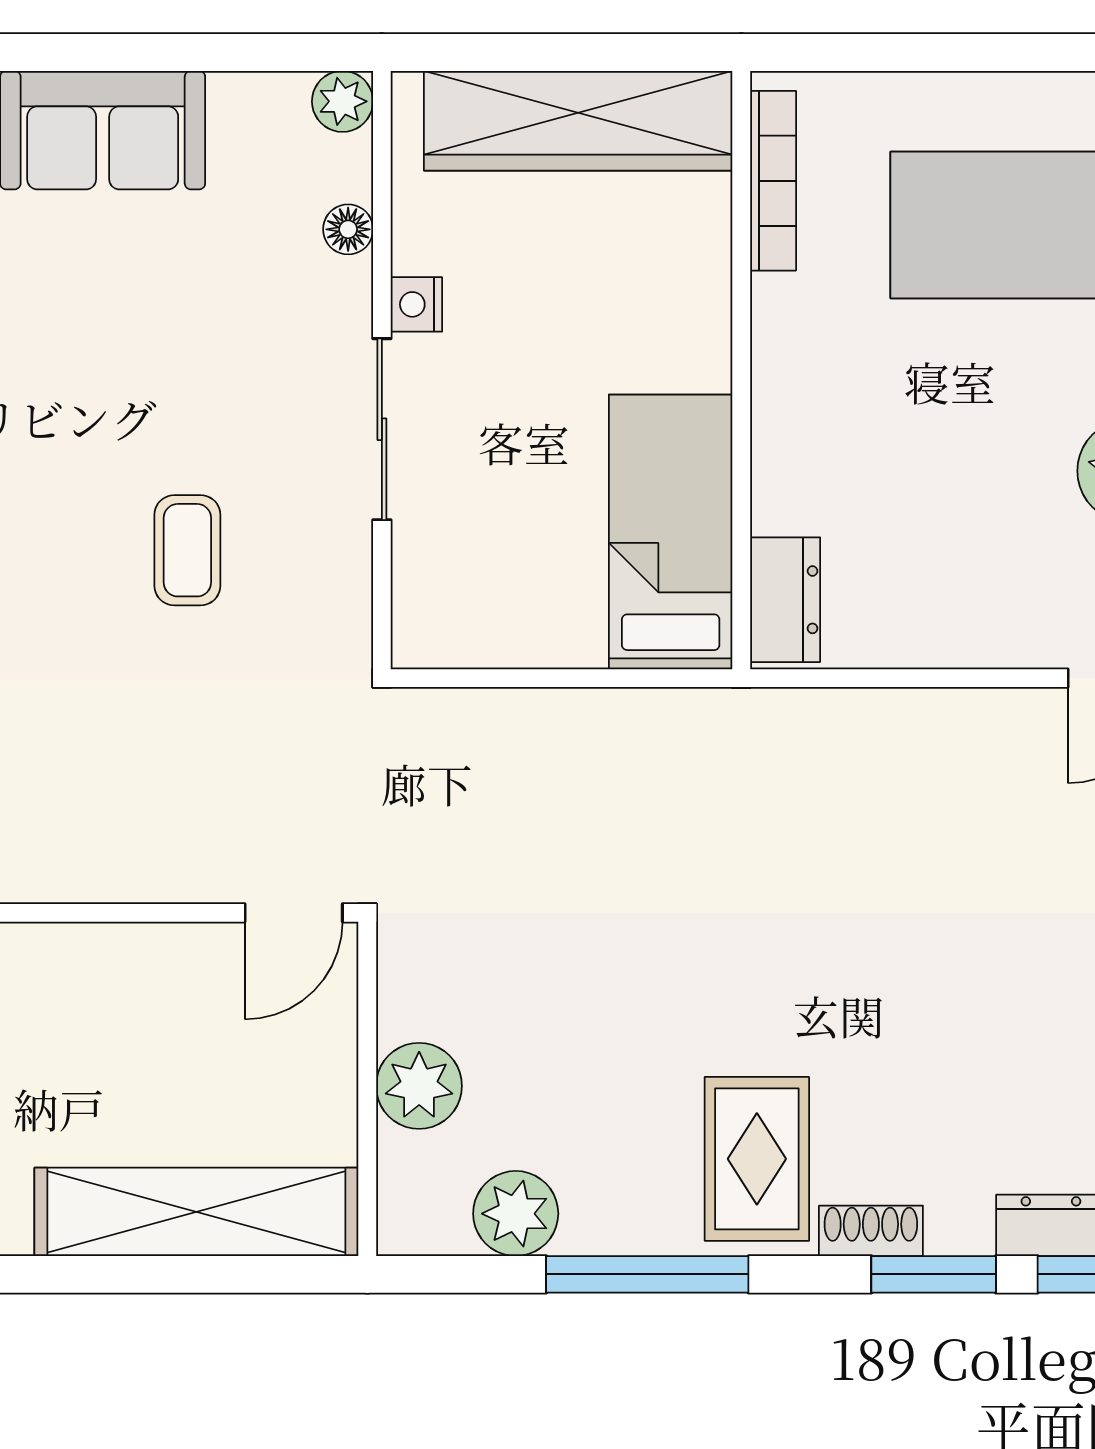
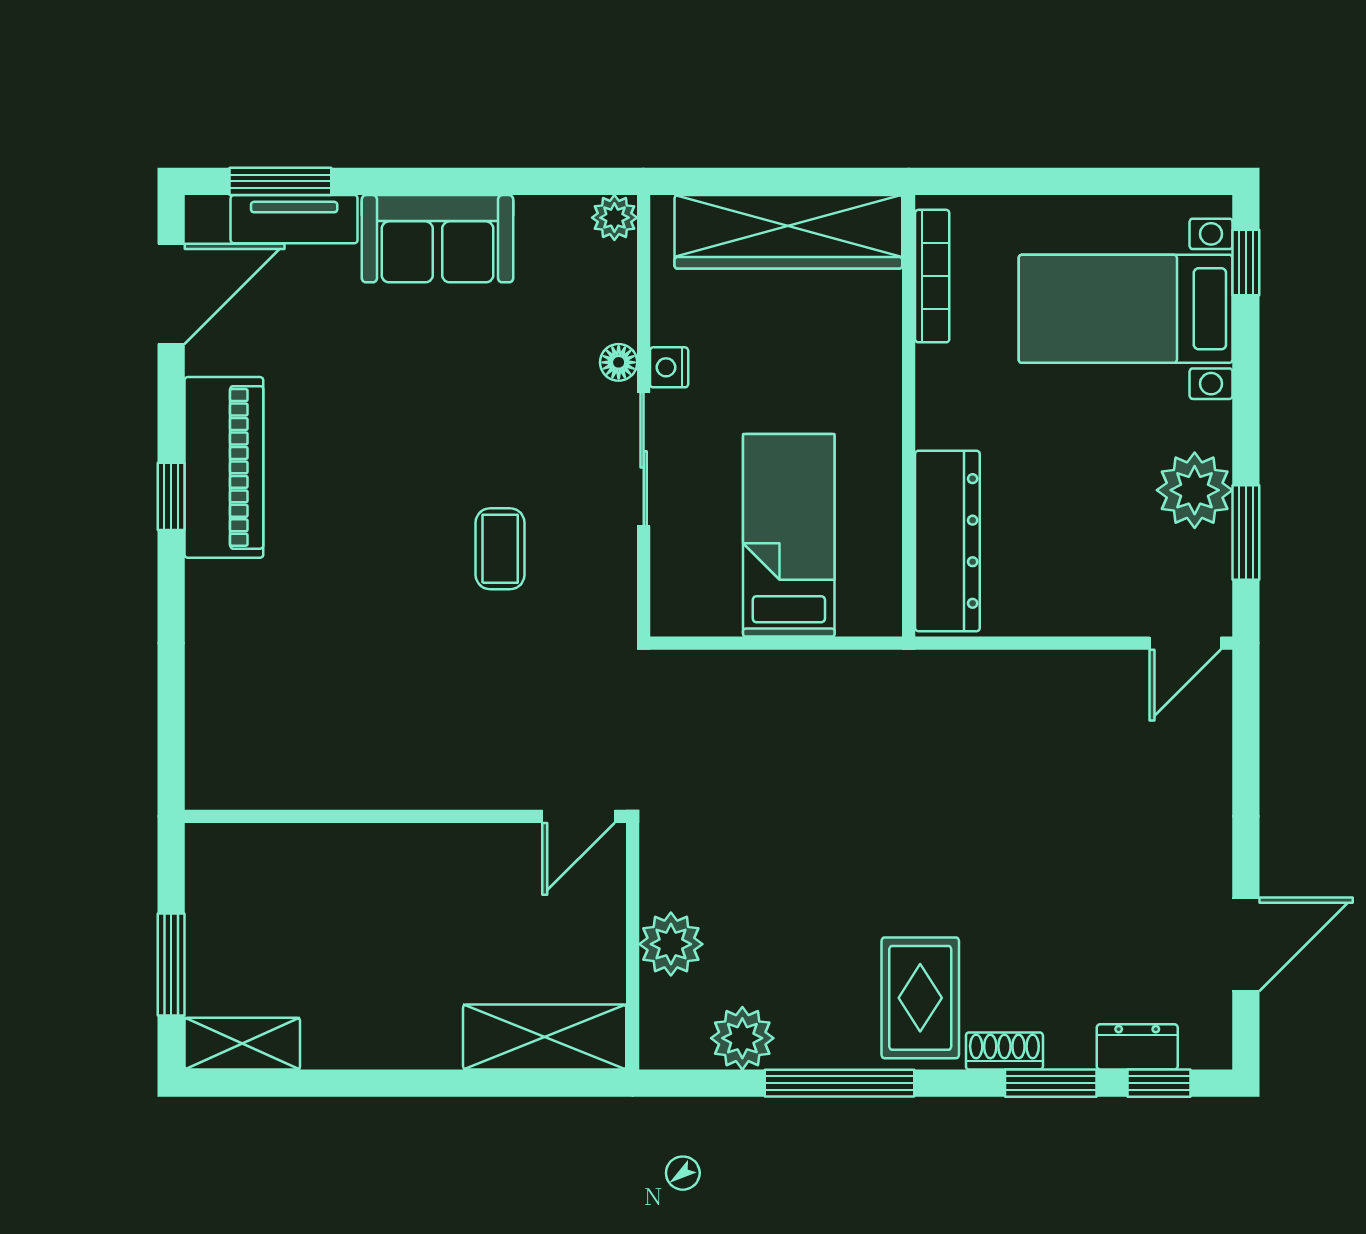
floor lamp: (348, 229) -> (619, 362), moved
bed: (671, 532) -> (789, 535), moved
dresser: (785, 600) -> (947, 541), width x1.96, depth x1.24
shelving: (196, 1212) -> (545, 1037), width x0.68

